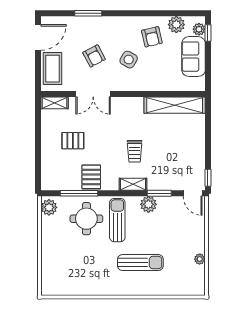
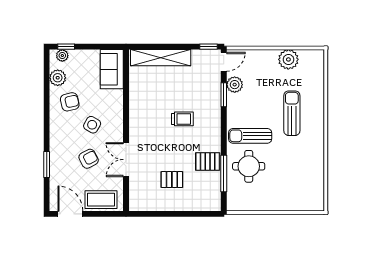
sofa: (194, 57) -> (112, 69), moved, turned 90
double door: (93, 94) -> (126, 160), swing flipped
shelving: (54, 103) -> (135, 198), removed
shelving: (175, 105) -> (161, 58), moved, turned 90
pallet: (73, 141) -> (172, 180), turned 90
shelving: (133, 184) -> (215, 120), removed
plant: (148, 204) -> (235, 85), moved
plant: (49, 207) -> (238, 203), removed
plant: (200, 259) -> (288, 59), width x1.88, depth x1.88

